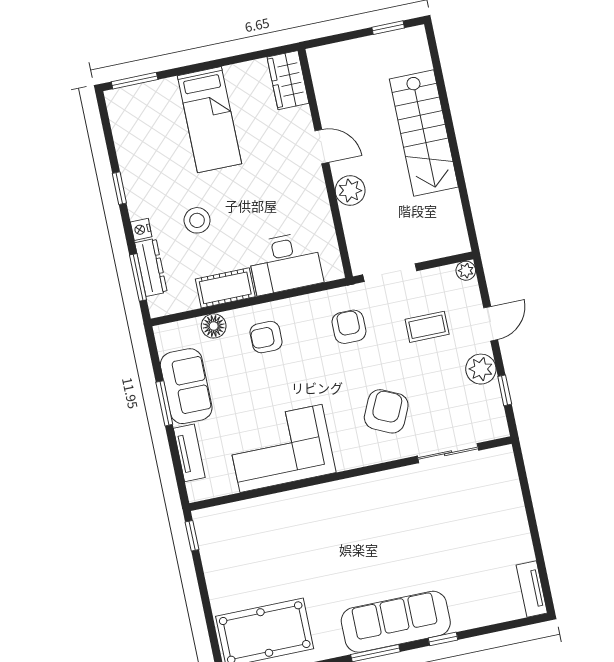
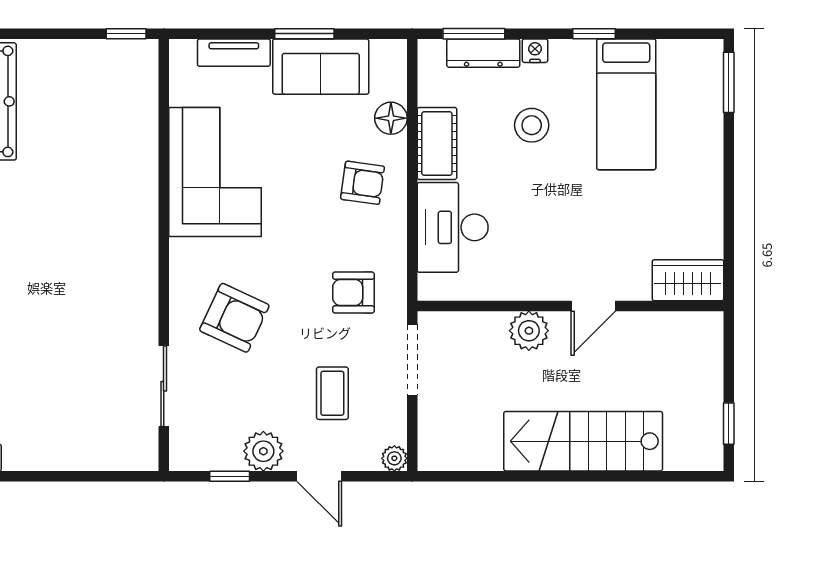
bed: (209, 120) -> (626, 104), moved, turned -90
armchair: (349, 327) -> (353, 293), turned 180
armchair: (266, 337) -> (363, 183), turned 98

